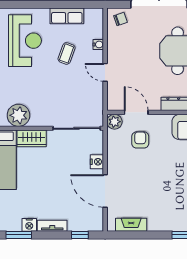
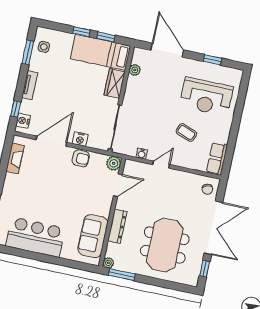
row of seats: (67, 16) -> (217, 159), moved
water cooler: (98, 44) -> (142, 154), moved
plant: (18, 115) -> (135, 70), width x0.53, depth x0.53
armchair: (140, 140) -> (81, 158), moved
side table: (10, 220) -> (44, 47), added
nightstand: (29, 225) -> (23, 121), moved

